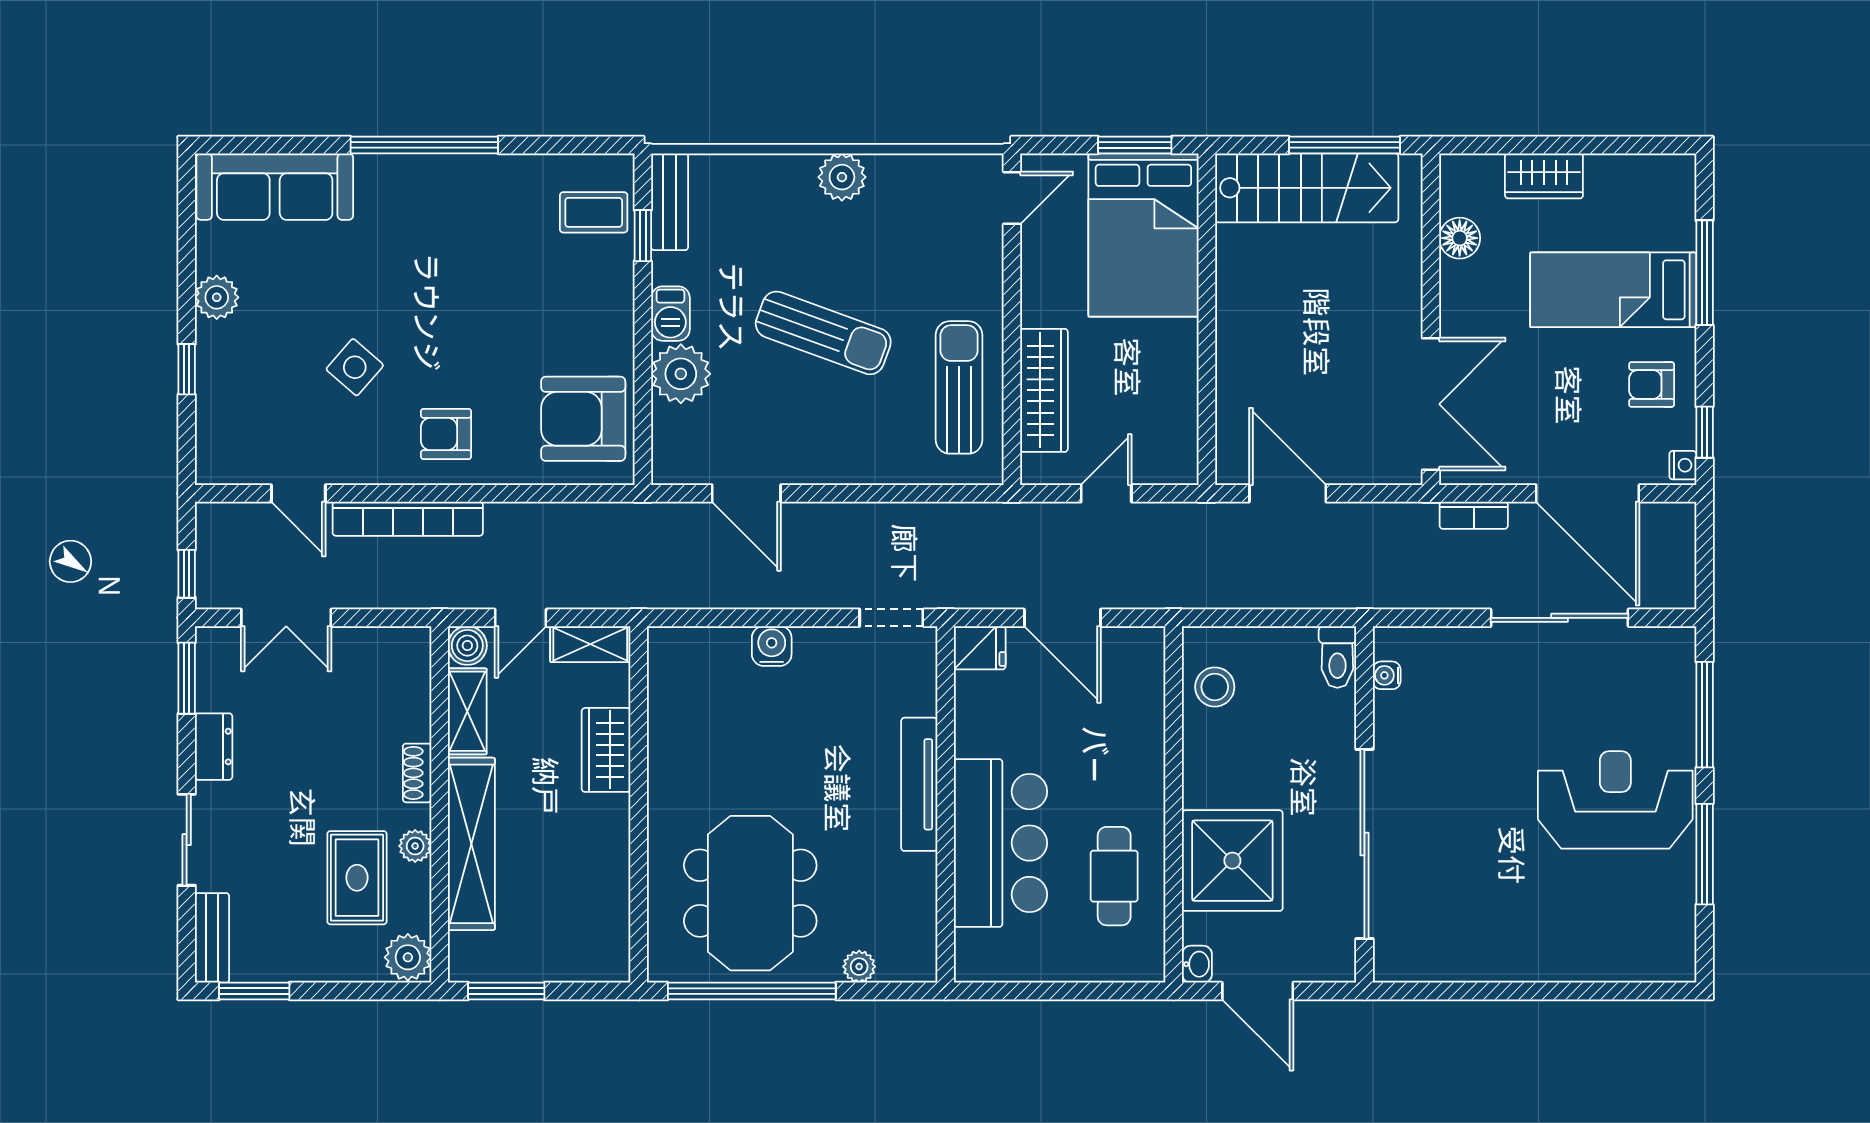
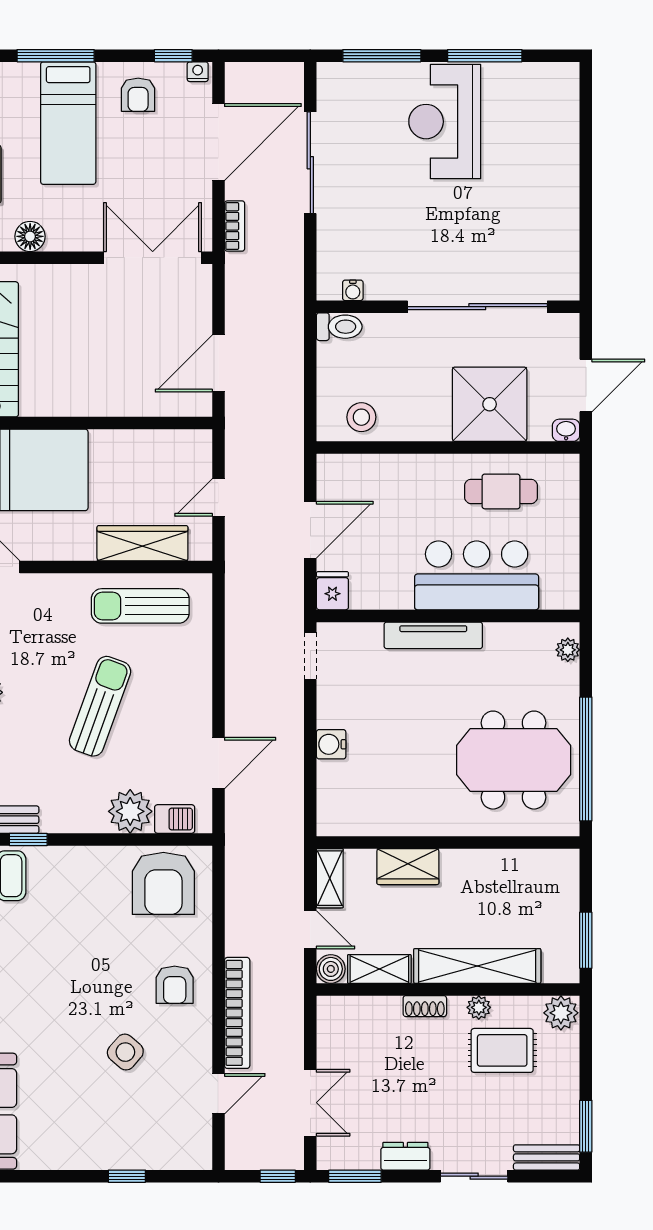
plant: (217, 297) -> (74, 1154), removed
barbecue: (670, 314) -> (175, 819), moved
door: (1106, 493) -> (218, 497), hinge flipped
plant: (859, 967) -> (568, 650), moved

